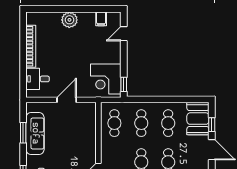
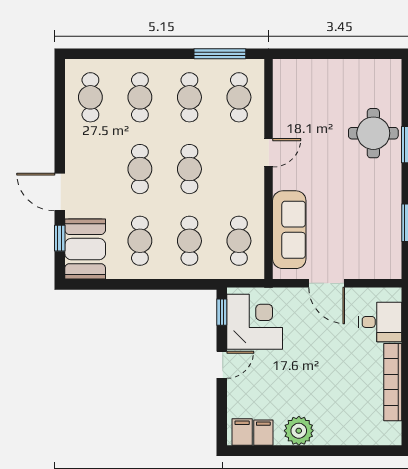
filing cabinet: (113, 19) -> (242, 432), added
plant: (69, 20) -> (299, 431), moved
door: (124, 34) -> (222, 365), moved
door: (67, 100) -> (327, 283), hinge flipped
sofa: (35, 133) -> (289, 230), moved, turned 180

